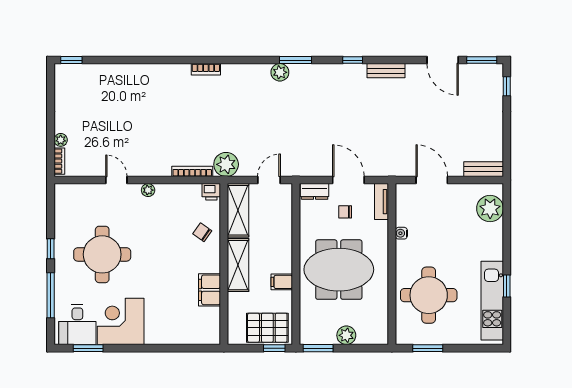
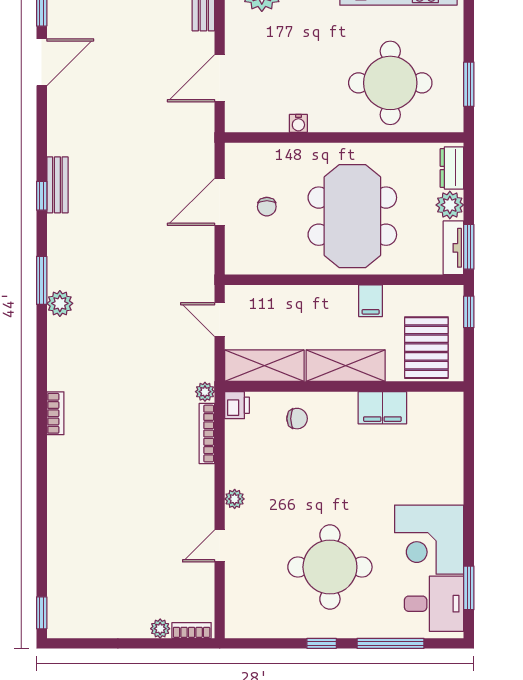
bench: (386, 71) -> (57, 185), moved
plant: (226, 164) -> (205, 392), width x0.53, depth x0.53
dresser: (315, 191) -> (452, 168), moved, turned 180
tv unit: (382, 202) -> (453, 248), moved, turned 90
chair: (202, 232) -> (297, 419), turned -125
pallet: (267, 328) -> (426, 348), moved

